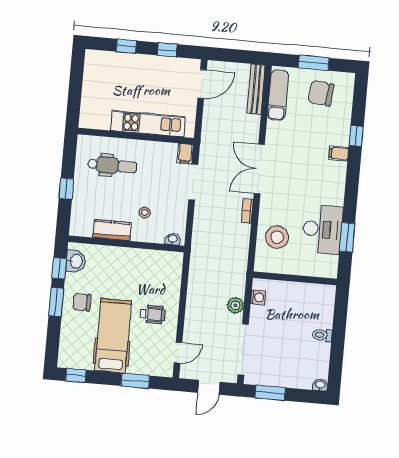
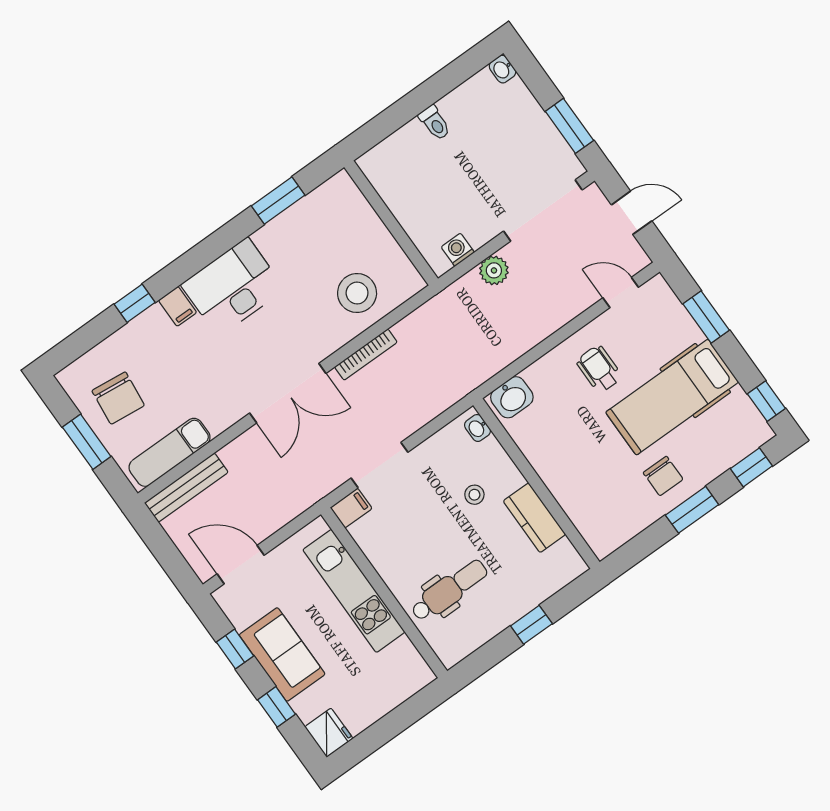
fridge: (95, 59) -> (329, 733), added
sofa: (147, 68) -> (282, 654), added
dental chair: (112, 166) -> (449, 590), turned 90
bookcase: (247, 211) -> (366, 355), width x1.56
desk: (322, 229) -> (233, 287), moved
washbasin: (76, 261) -> (512, 397), moved, turned 180
window: (59, 268) -> (751, 467), moved

